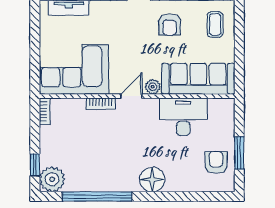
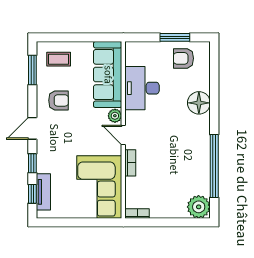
window: (35, 165) -> (186, 222), removed
floor lamp: (152, 179) -> (199, 103), moved

